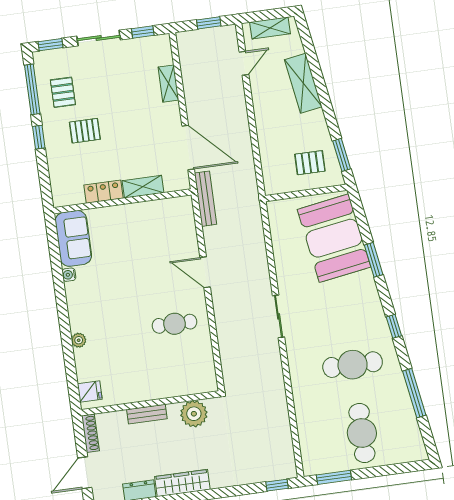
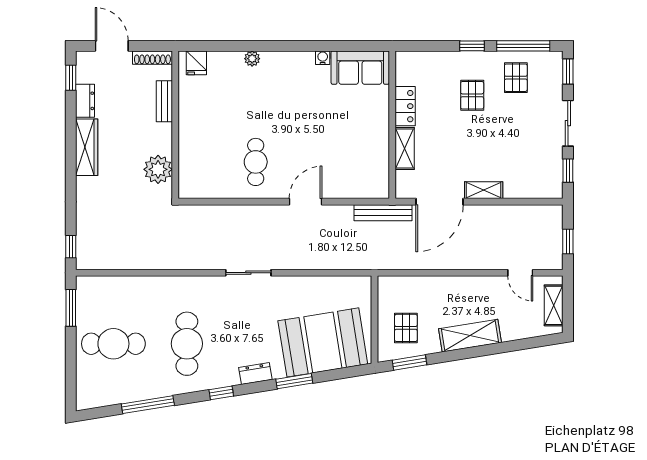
shelving: (303, 83) -> (470, 336), moved
shelving: (168, 84) -> (484, 190), moved
pallet: (63, 92) -> (516, 78), turned 90
dresser: (372, 297) -> (255, 374), added
bench: (147, 414) -> (164, 101), moved

